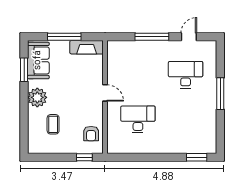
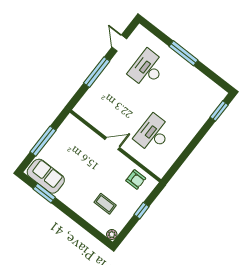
fireplace: (87, 47) -> (65, 130), removed
plant: (37, 97) -> (112, 235), moved, width x0.53, depth x0.53
window: (84, 157) -> (141, 211), moved

